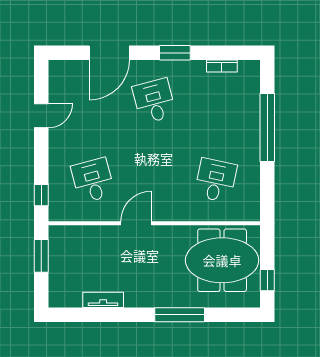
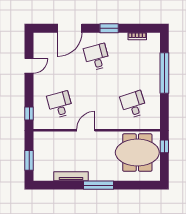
desk: (216, 180) -> (133, 105), turned -30
window: (41, 256) -> (29, 160), moved
window: (267, 280) -> (164, 146), moved
tv unit: (103, 300) -> (71, 176), width x1.41
window: (180, 315) -> (99, 185), moved

